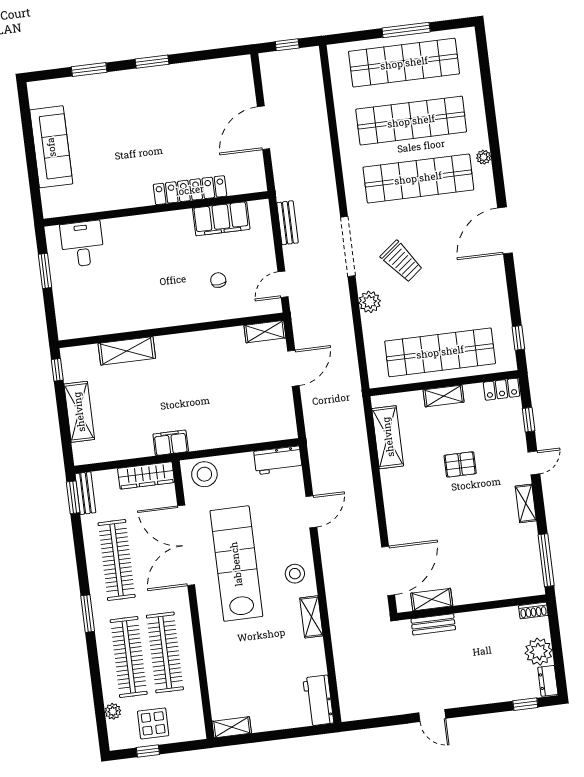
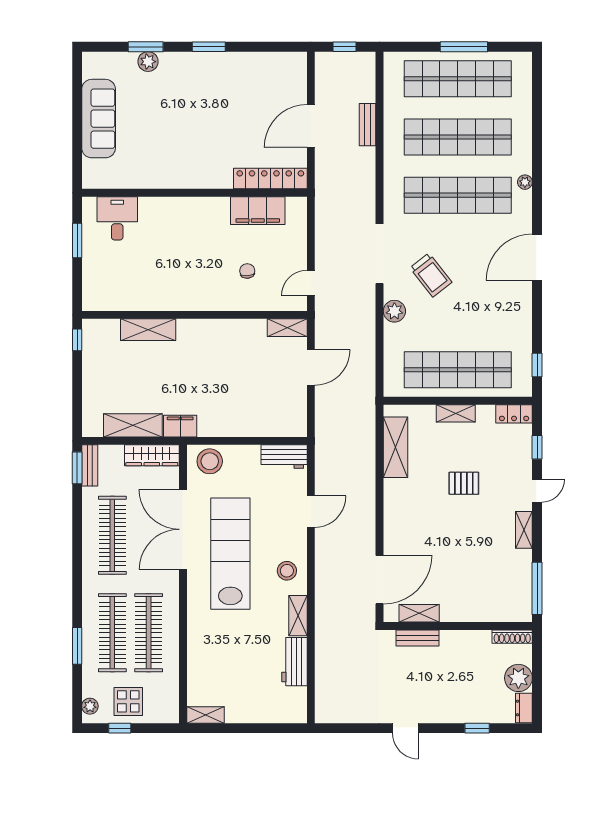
plant: (93, 84) -> (148, 62), added
locker: (190, 190) -> (270, 179), moved
bench: (287, 223) -> (368, 125), moved
shelving: (79, 412) -> (133, 425), moved, turned 90
shoe rack: (533, 611) -> (512, 637), width x1.43
window: (88, 614) -> (77, 646), moved
workbench: (318, 700) -> (295, 662), moved
window: (525, 704) -> (477, 728), moved
plant: (113, 711) -> (90, 706), moved

